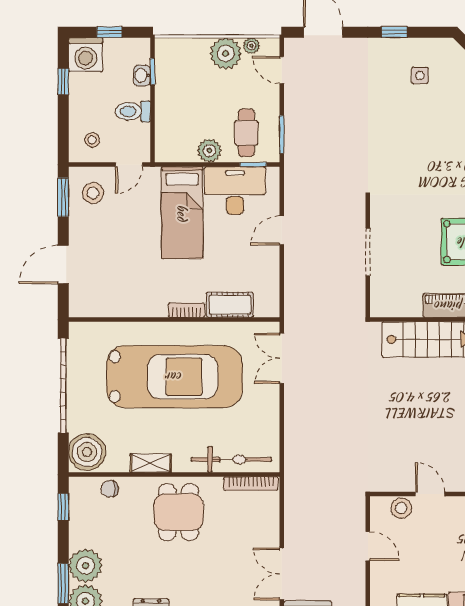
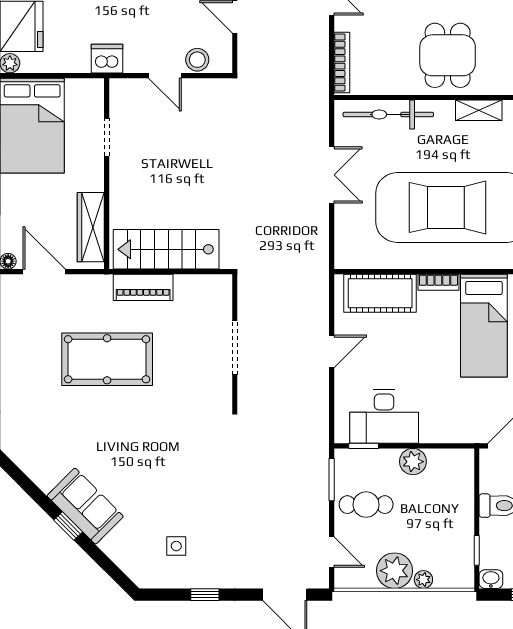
plant: (251, 46) -> (423, 580), moved
washbasin: (142, 75) -> (491, 579), moved, turned -90
cafe table: (246, 133) -> (366, 505), moved, turned 90
bed: (182, 213) -> (484, 326), moved, turned 180
door: (282, 230) -> (332, 351), moved
cot: (230, 305) -> (380, 293), width x1.37, depth x1.34
double door: (282, 358) -> (332, 175), moved
bookcase: (251, 484) -> (342, 63), moved, turned 90

